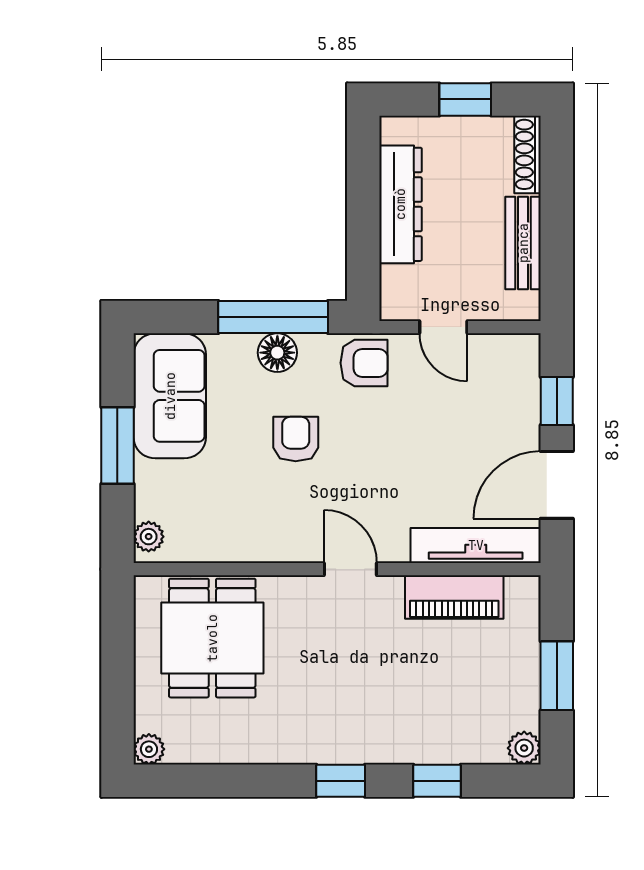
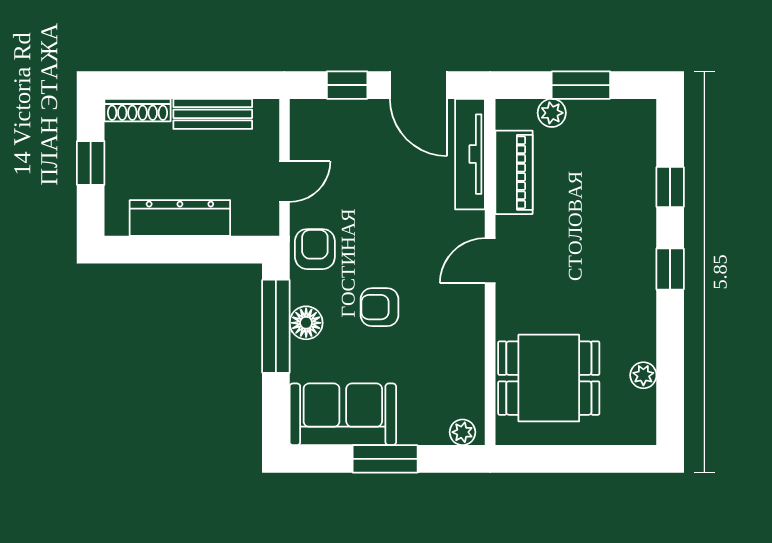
plant: (524, 748) -> (552, 113), moved
plant: (149, 749) -> (643, 375), moved

